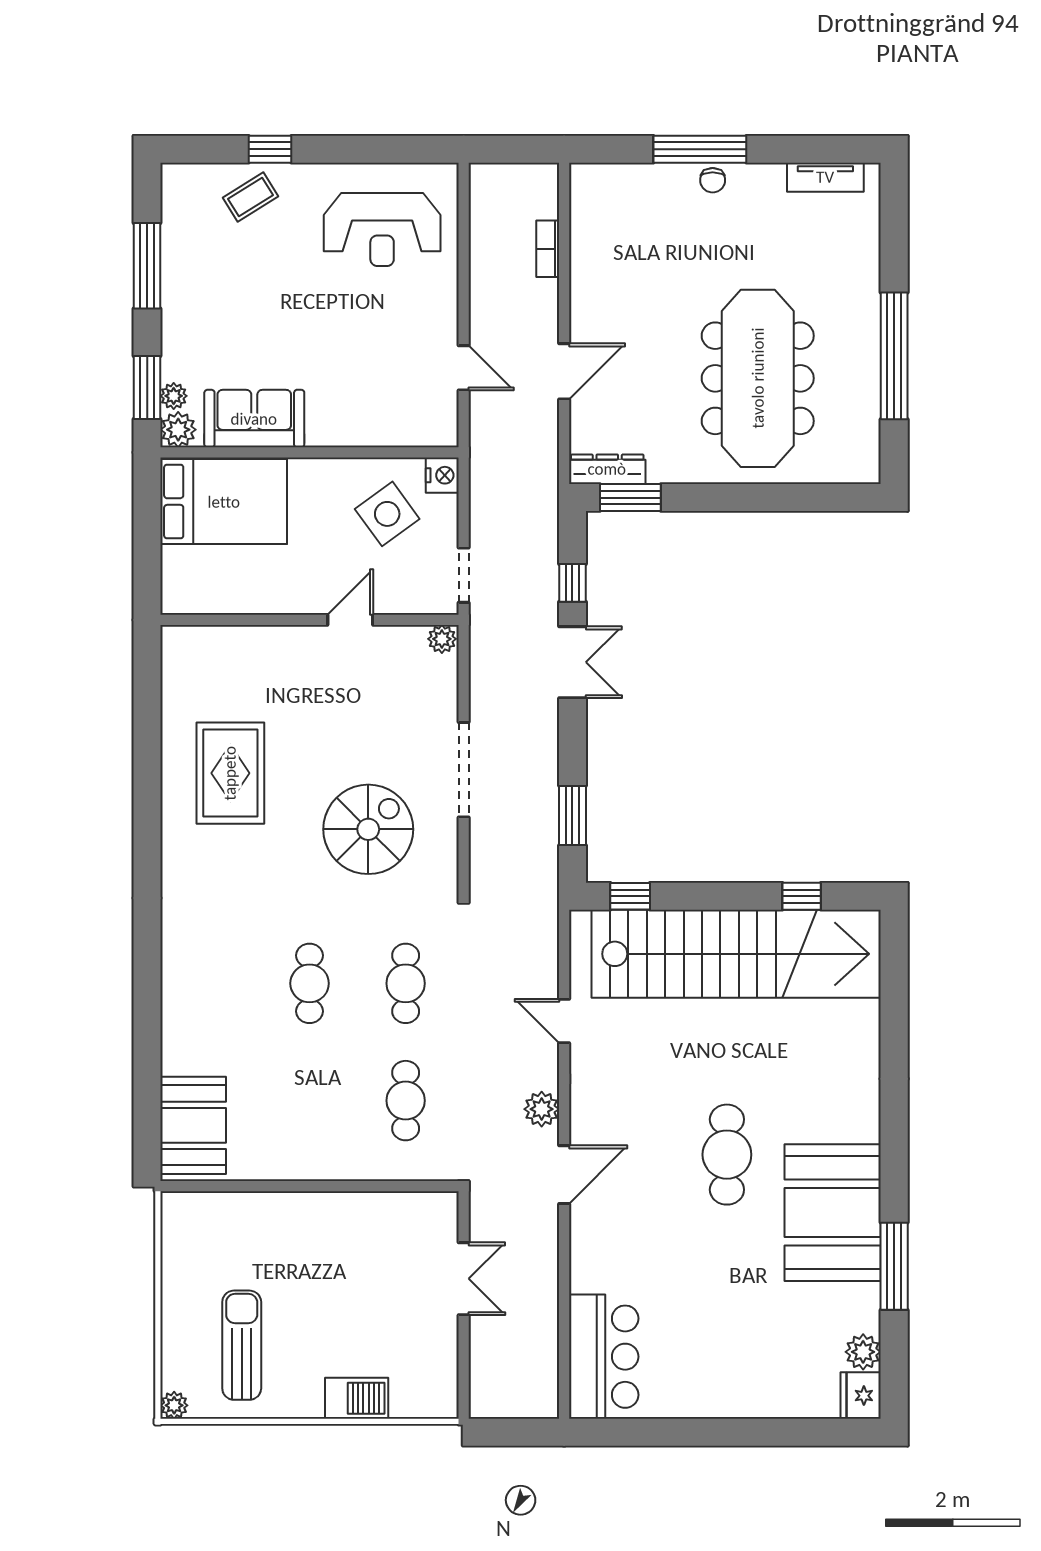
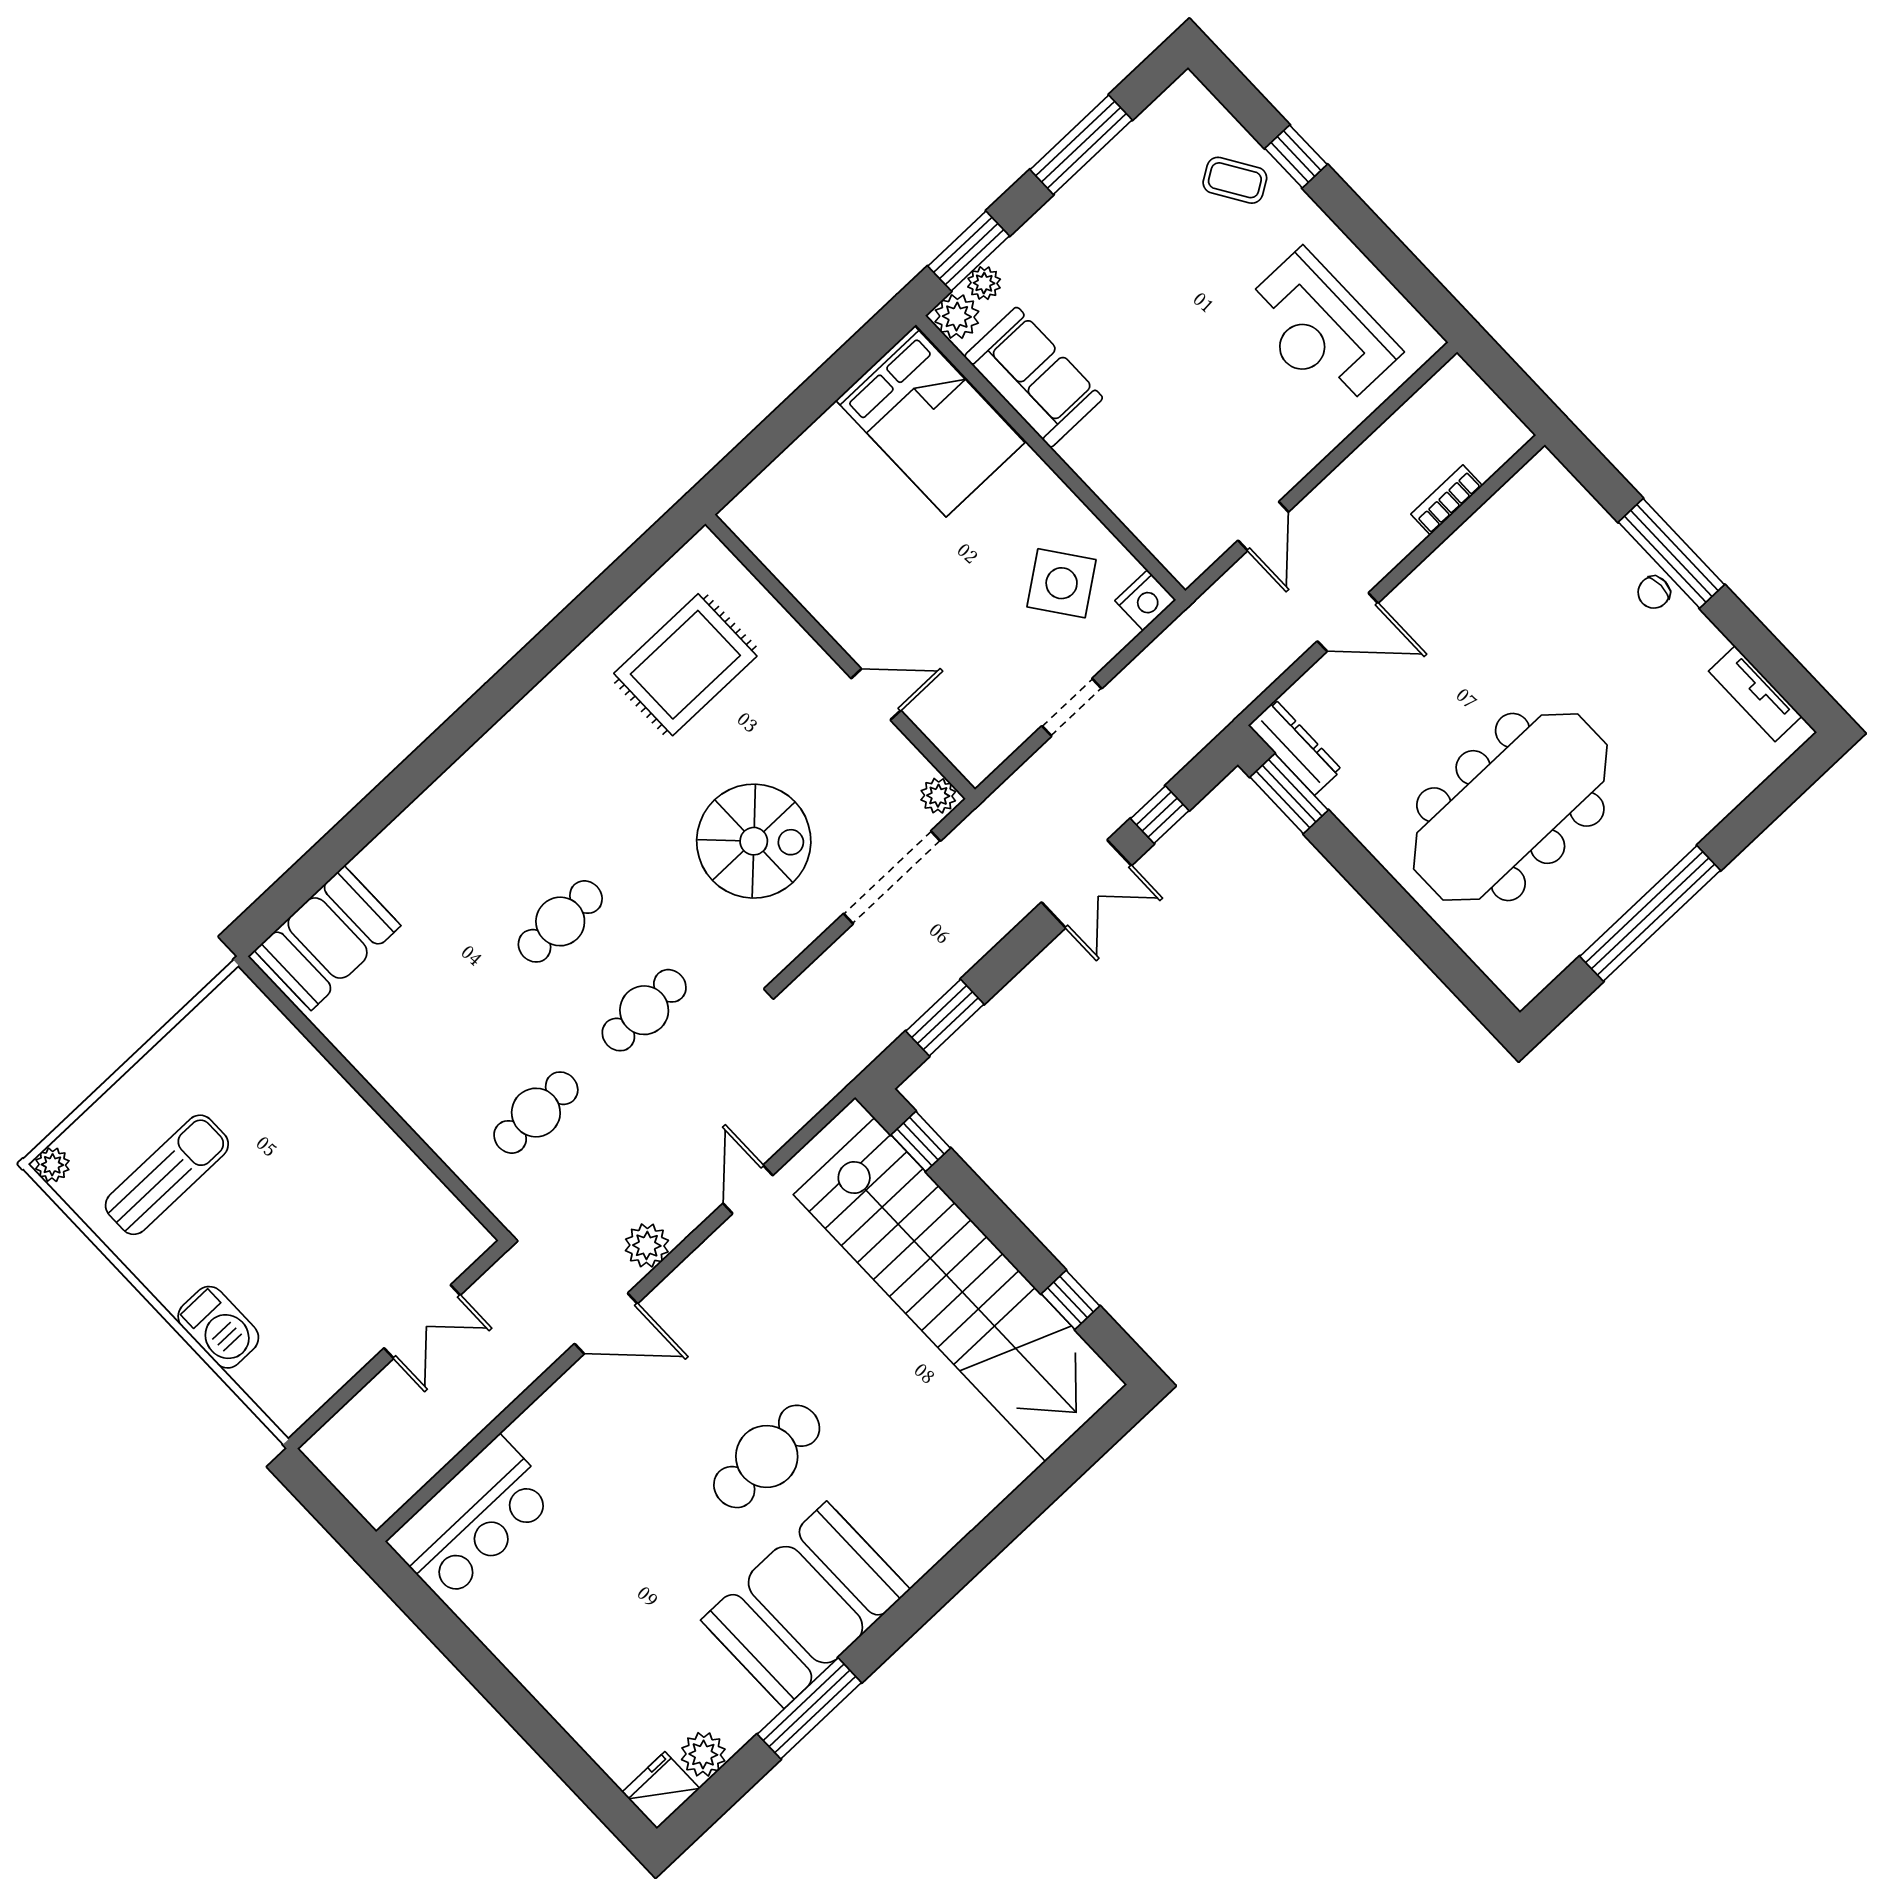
wall: (310, 620) -> (840, 657), moved
door: (350, 620) -> (876, 694), moved
plant: (442, 639) -> (938, 796), moved

